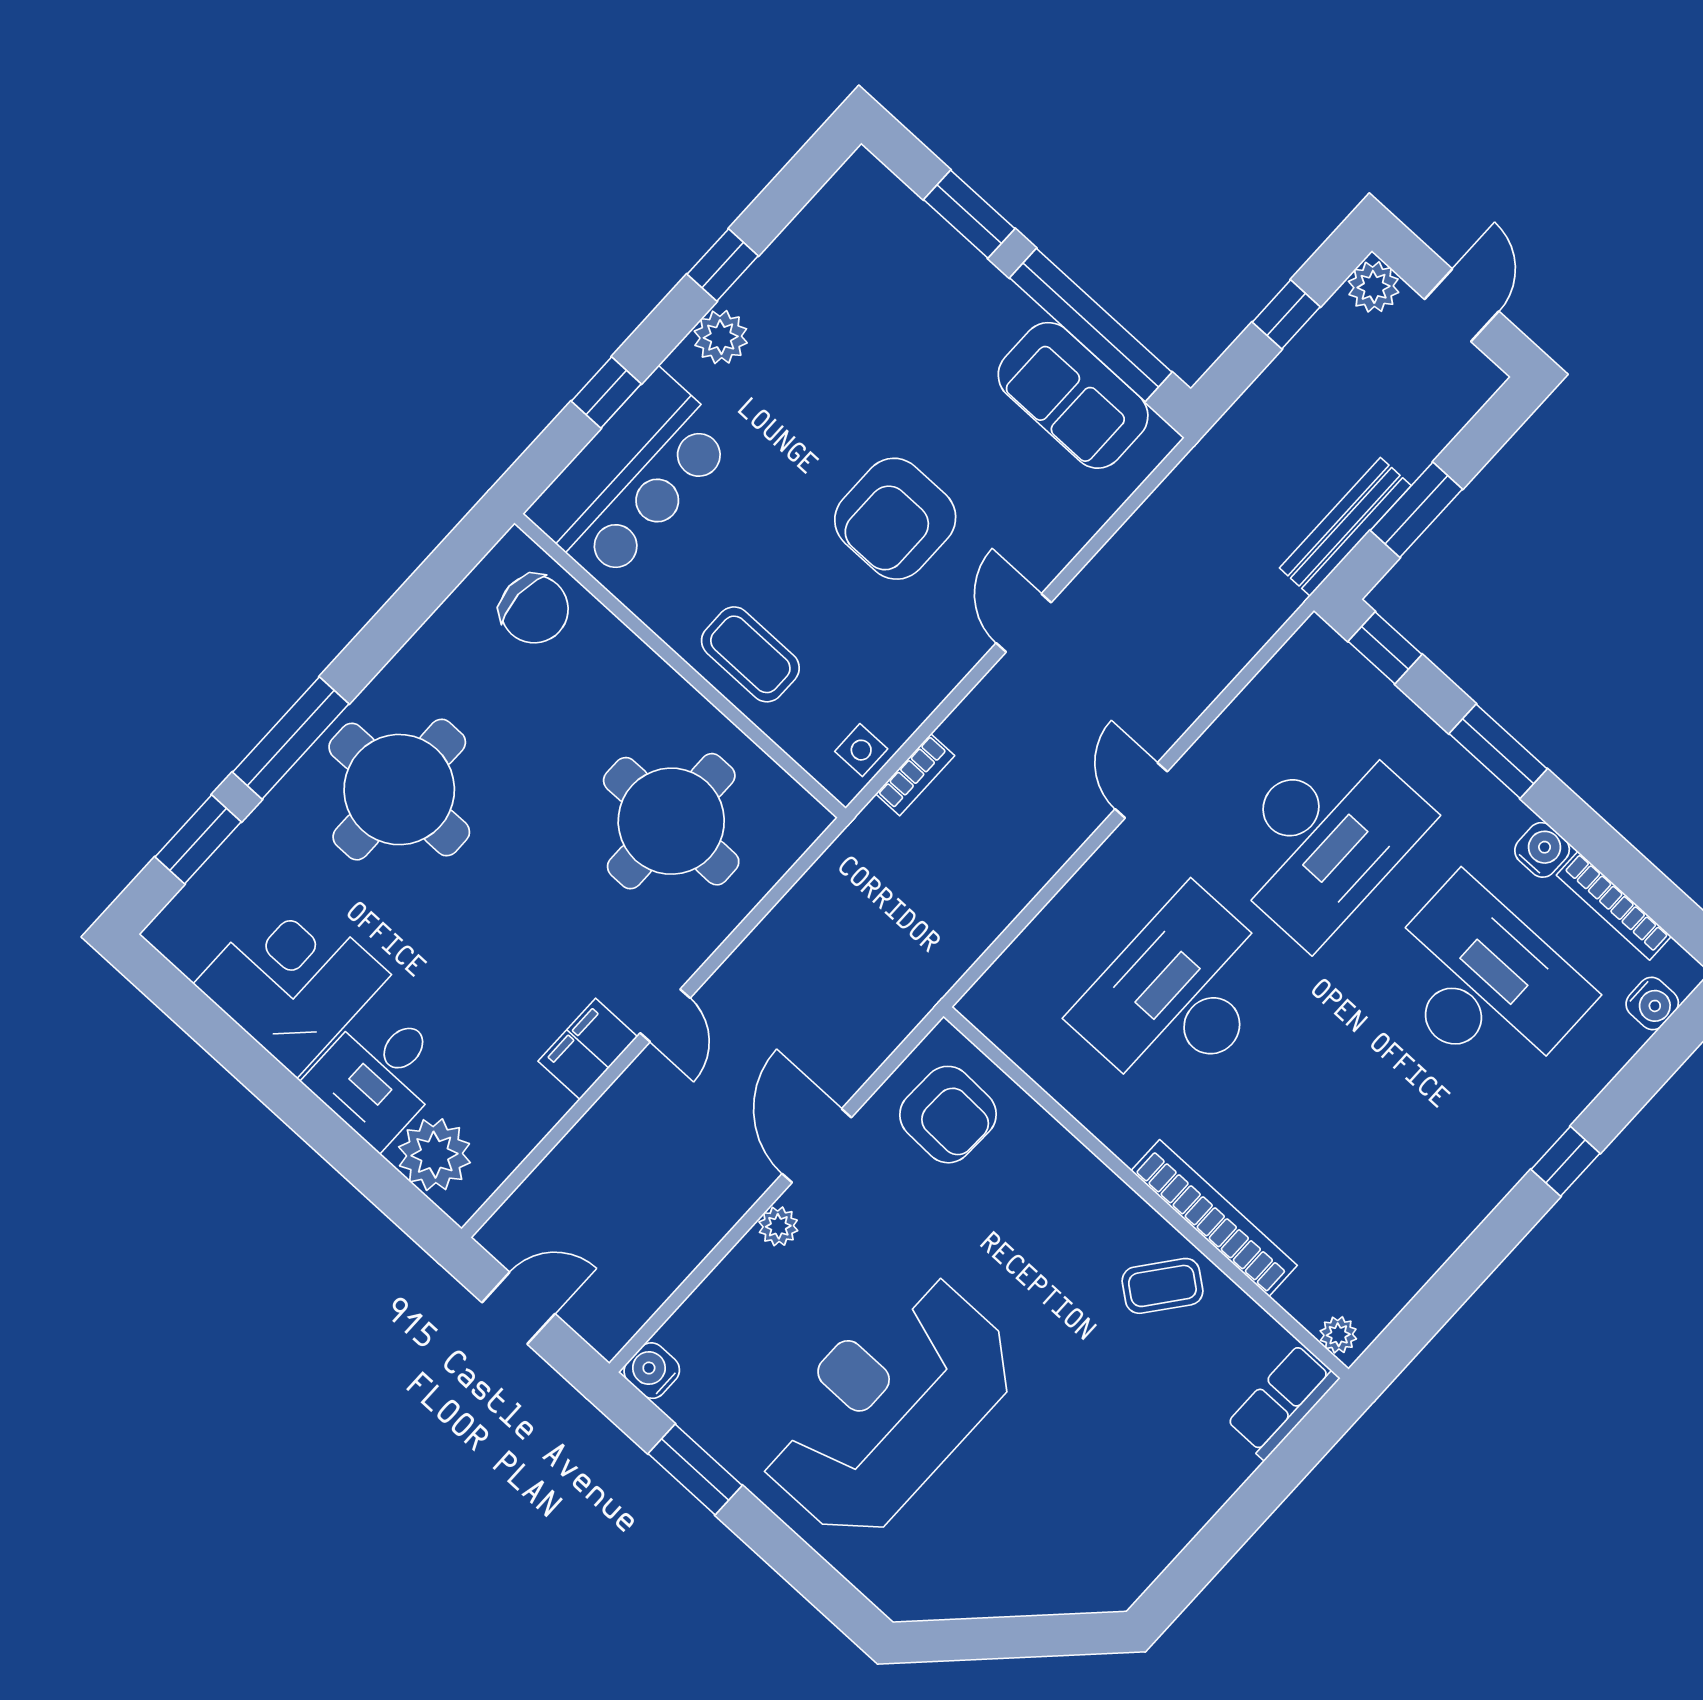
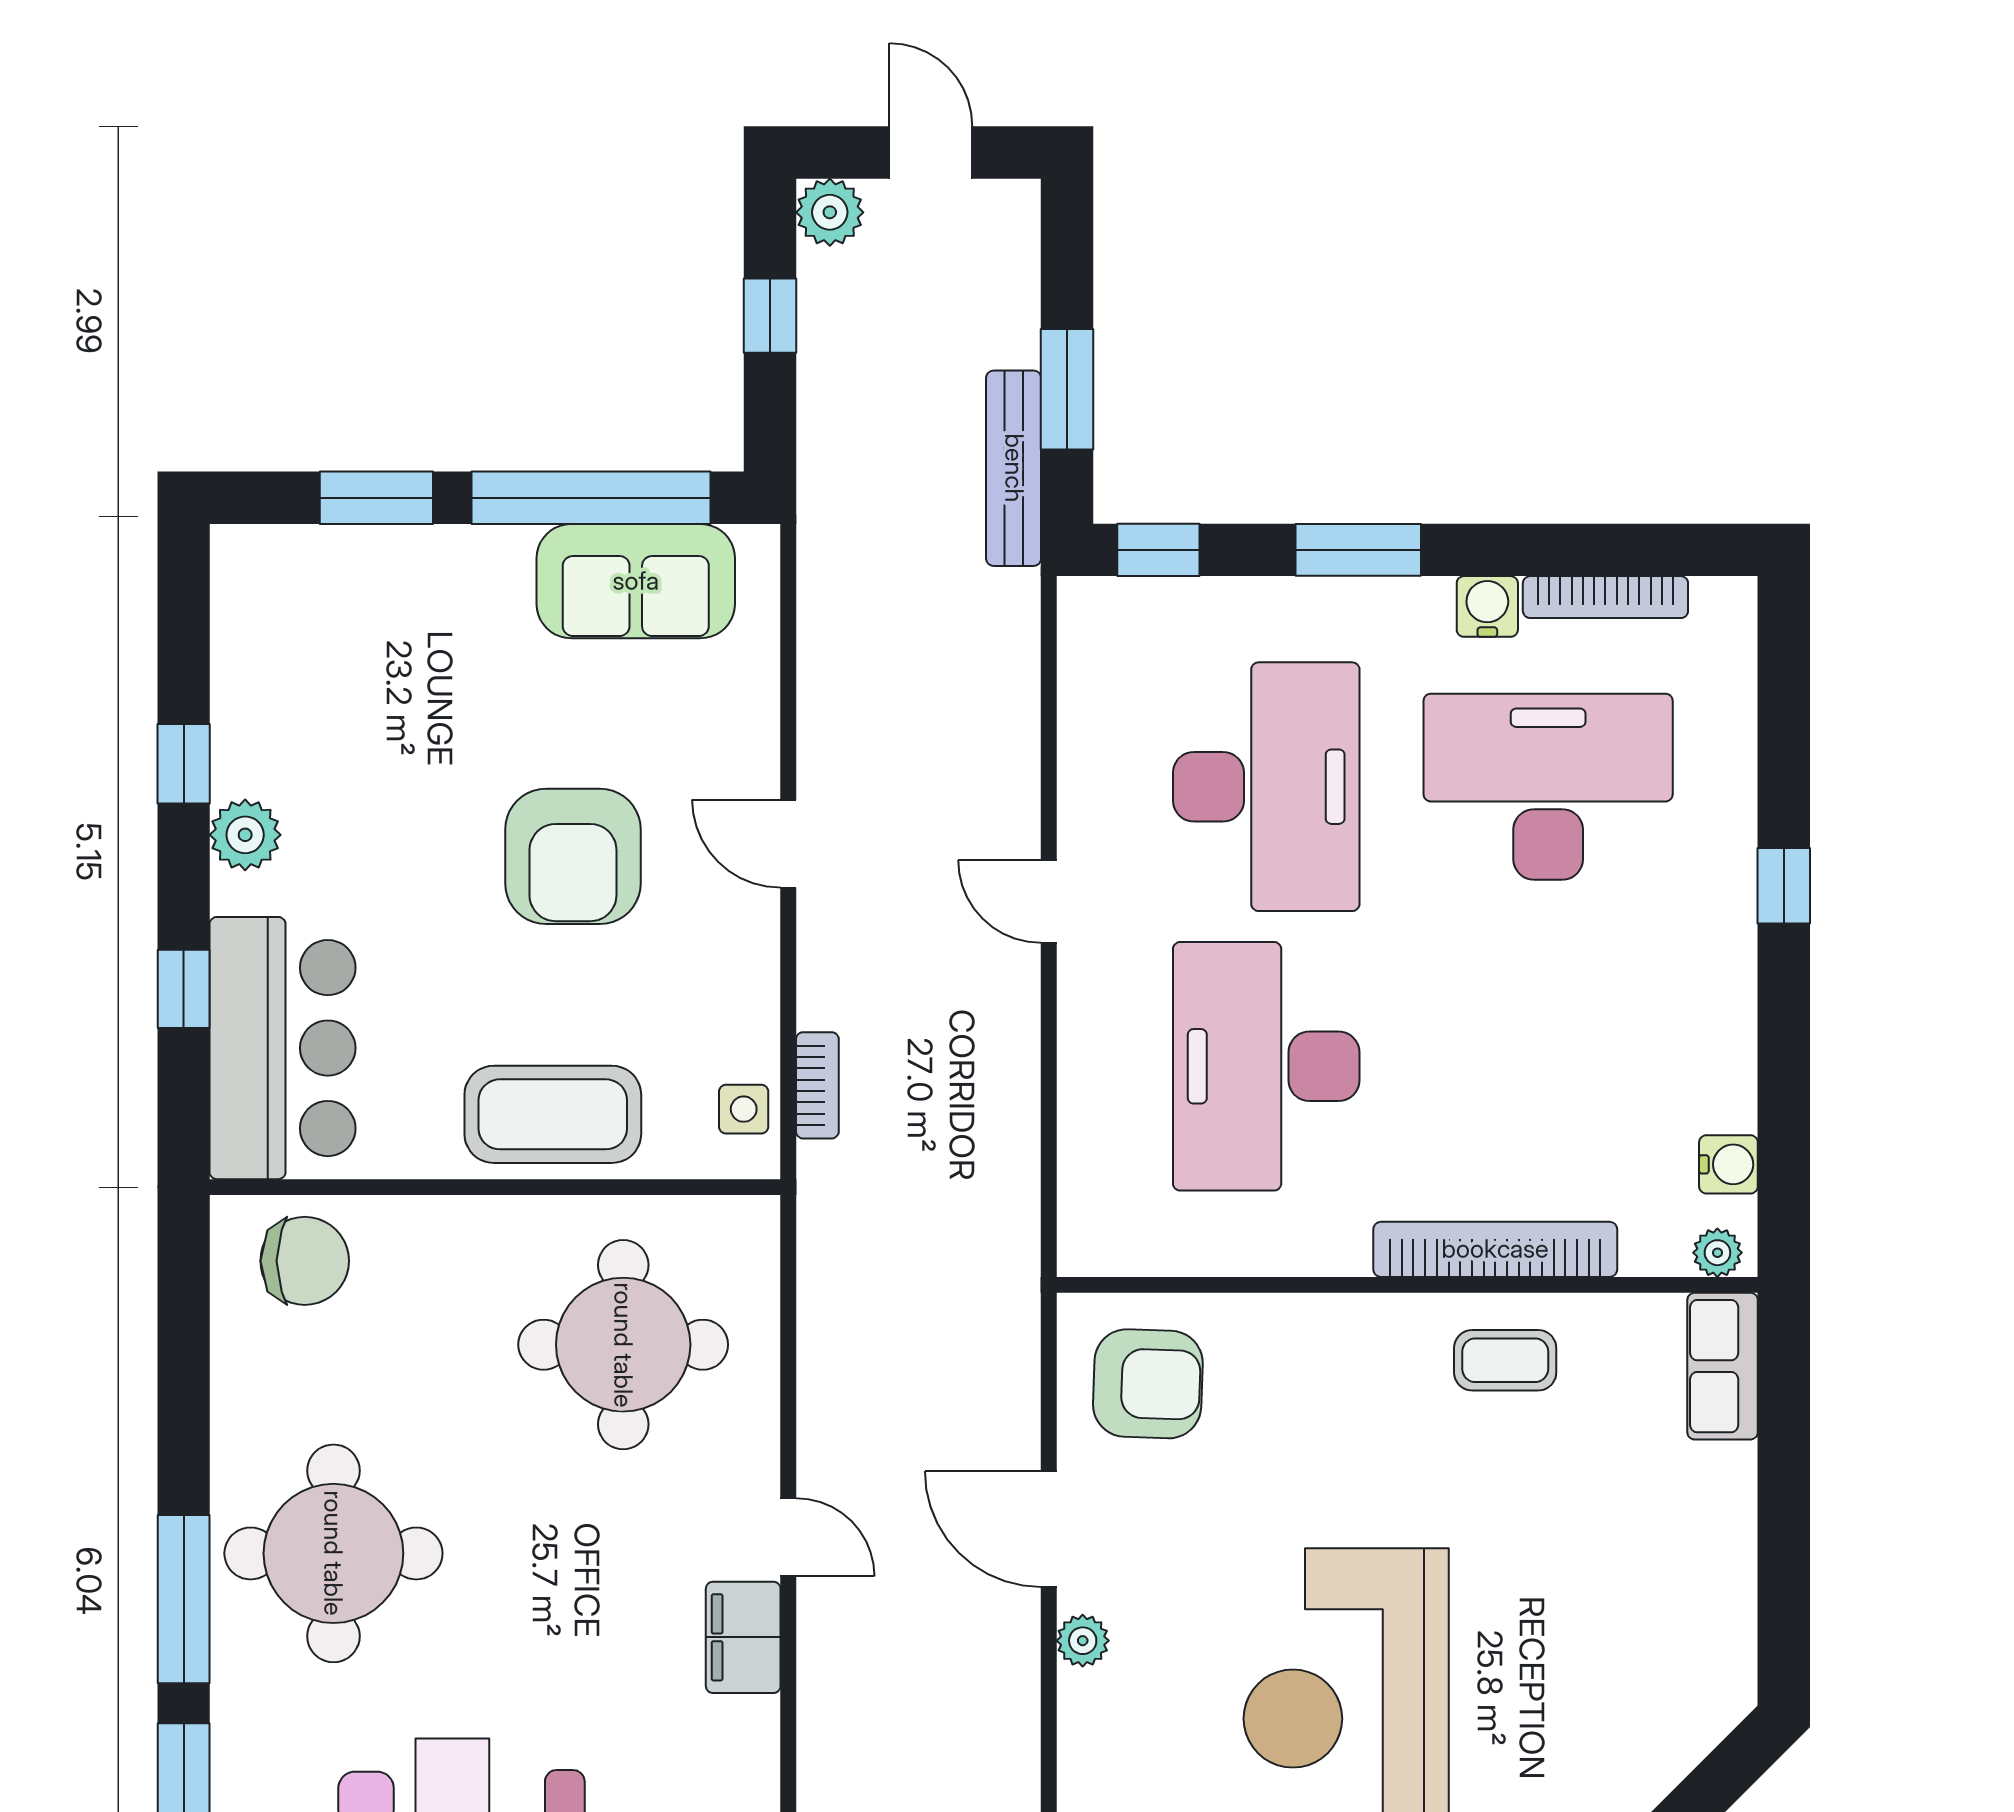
coffee table: (750, 654) -> (553, 1114), width x1.36, depth x1.32
water cooler: (1652, 1003) -> (1728, 1164), moved
coffee table: (1162, 1286) -> (1505, 1360), turned 52

